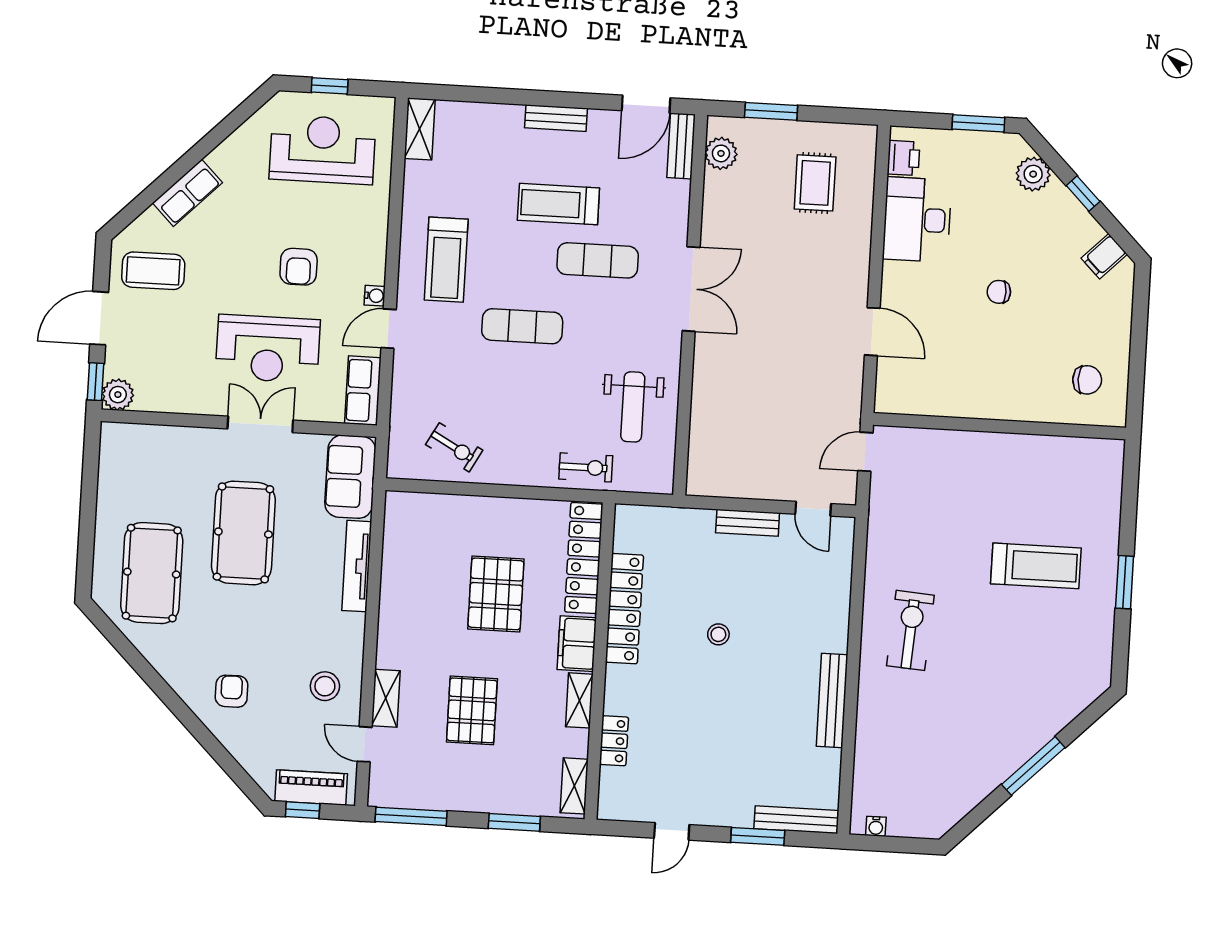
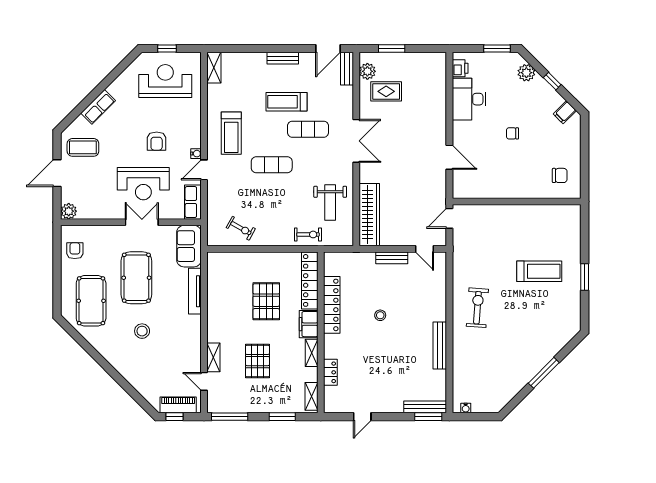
rug: (815, 183) -> (386, 91), moved, turned 90
window: (95, 382) -> (57, 205), removed
wardrobe: (708, 435) -> (369, 215), added
stool: (325, 686) -> (142, 331), moved
armchair: (232, 691) -> (75, 251), moved
window: (758, 836) -> (428, 417), moved

